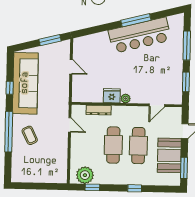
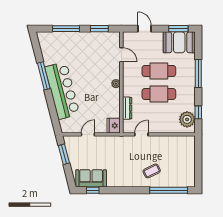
bar counter: (140, 35) -> (62, 91), moved
sofa: (25, 83) -> (91, 178), width x0.54, depth x0.79
window: (10, 88) -> (93, 190), moved
fridge: (112, 96) -> (114, 126), moved
window: (9, 132) -> (169, 190), moved
booth: (169, 155) -> (179, 42), moved
window: (135, 188) -> (198, 73), width x2.17

